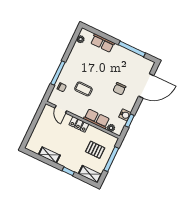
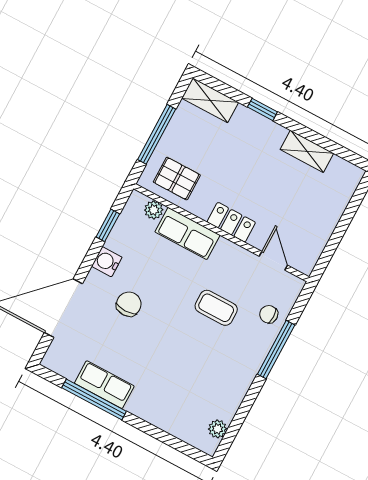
row of seats: (103, 43) -> (104, 385), moved
water cooler: (125, 115) -> (107, 262), moved
pallet: (95, 150) -> (177, 179), moved

